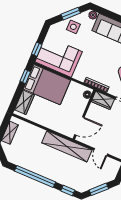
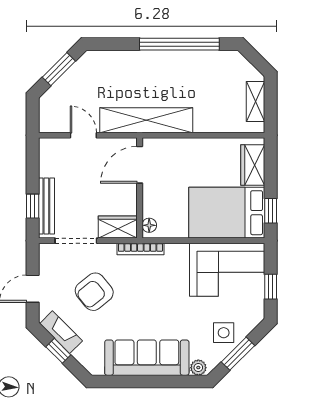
window: (37, 49) -> (271, 287), moved
window: (68, 190) -> (112, 44), removed

